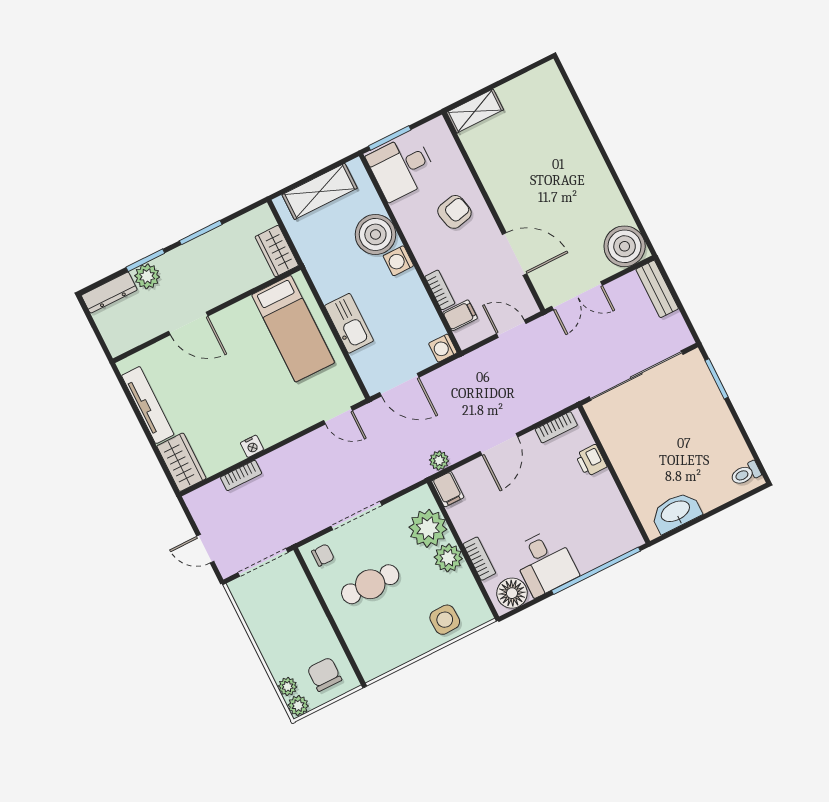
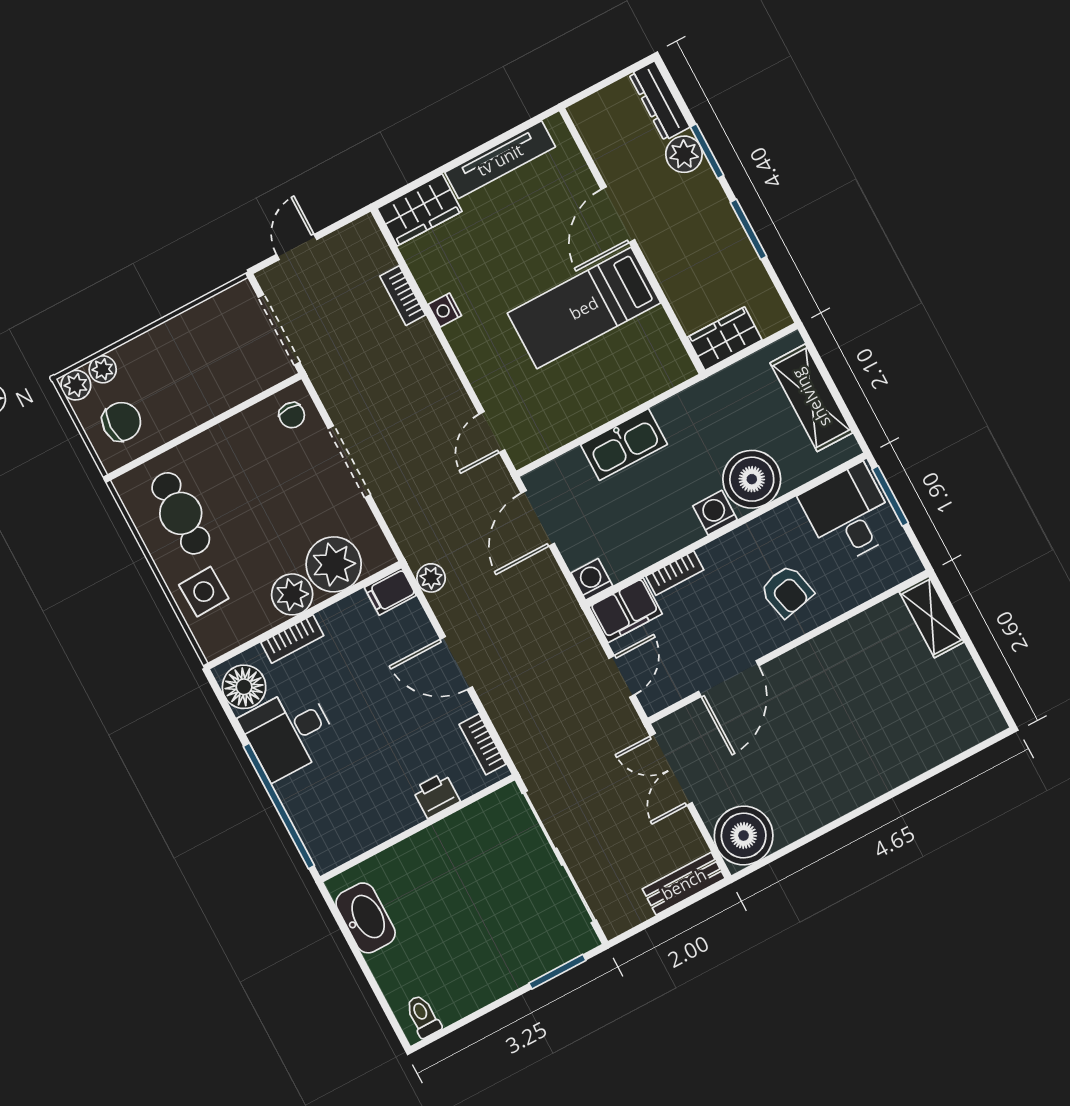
filing cabinet: (460, 315) -> (626, 610), width x2.00
bed: (293, 329) -> (584, 308), moved
cafe table: (370, 584) -> (181, 513), moved

